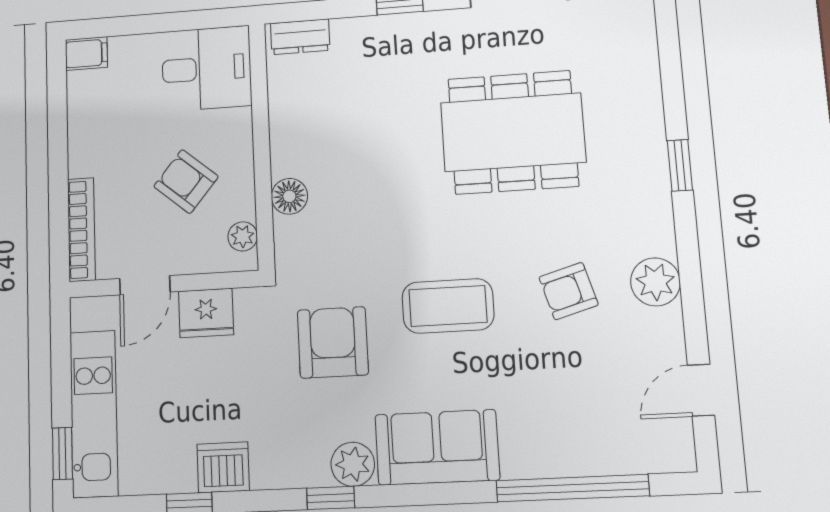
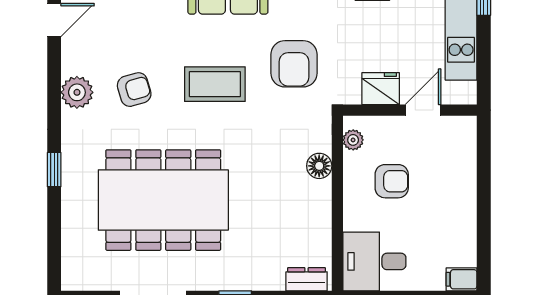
dining table: (513, 132) -> (163, 200), width x1.36, depth x1.24
armchair: (186, 181) -> (392, 181), turned -40
bookcase: (81, 229) -> (468, 152), removed

